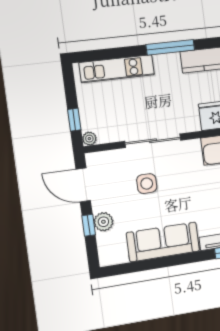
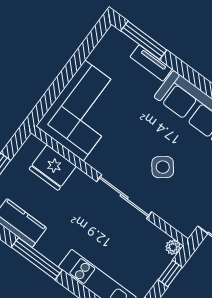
side table: (147, 184) -> (163, 167), turned -38

